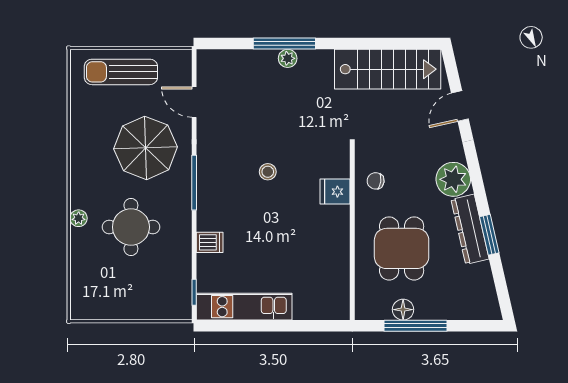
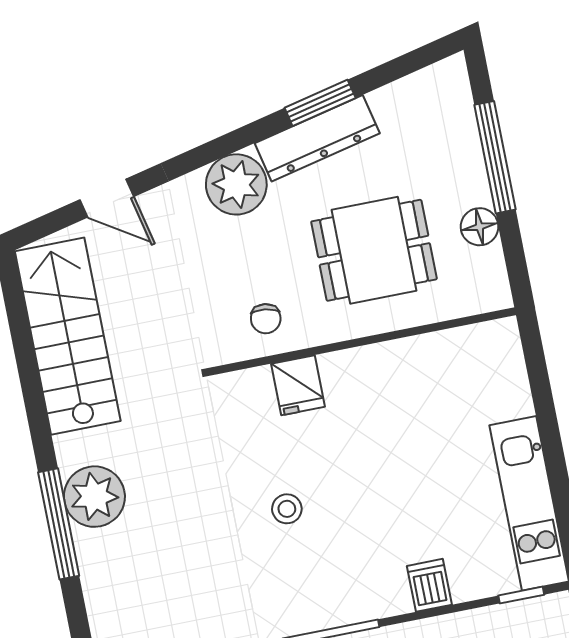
plant: (288, 58) -> (94, 497), width x1.87, depth x1.87
window: (415, 326) -> (495, 157), moved

